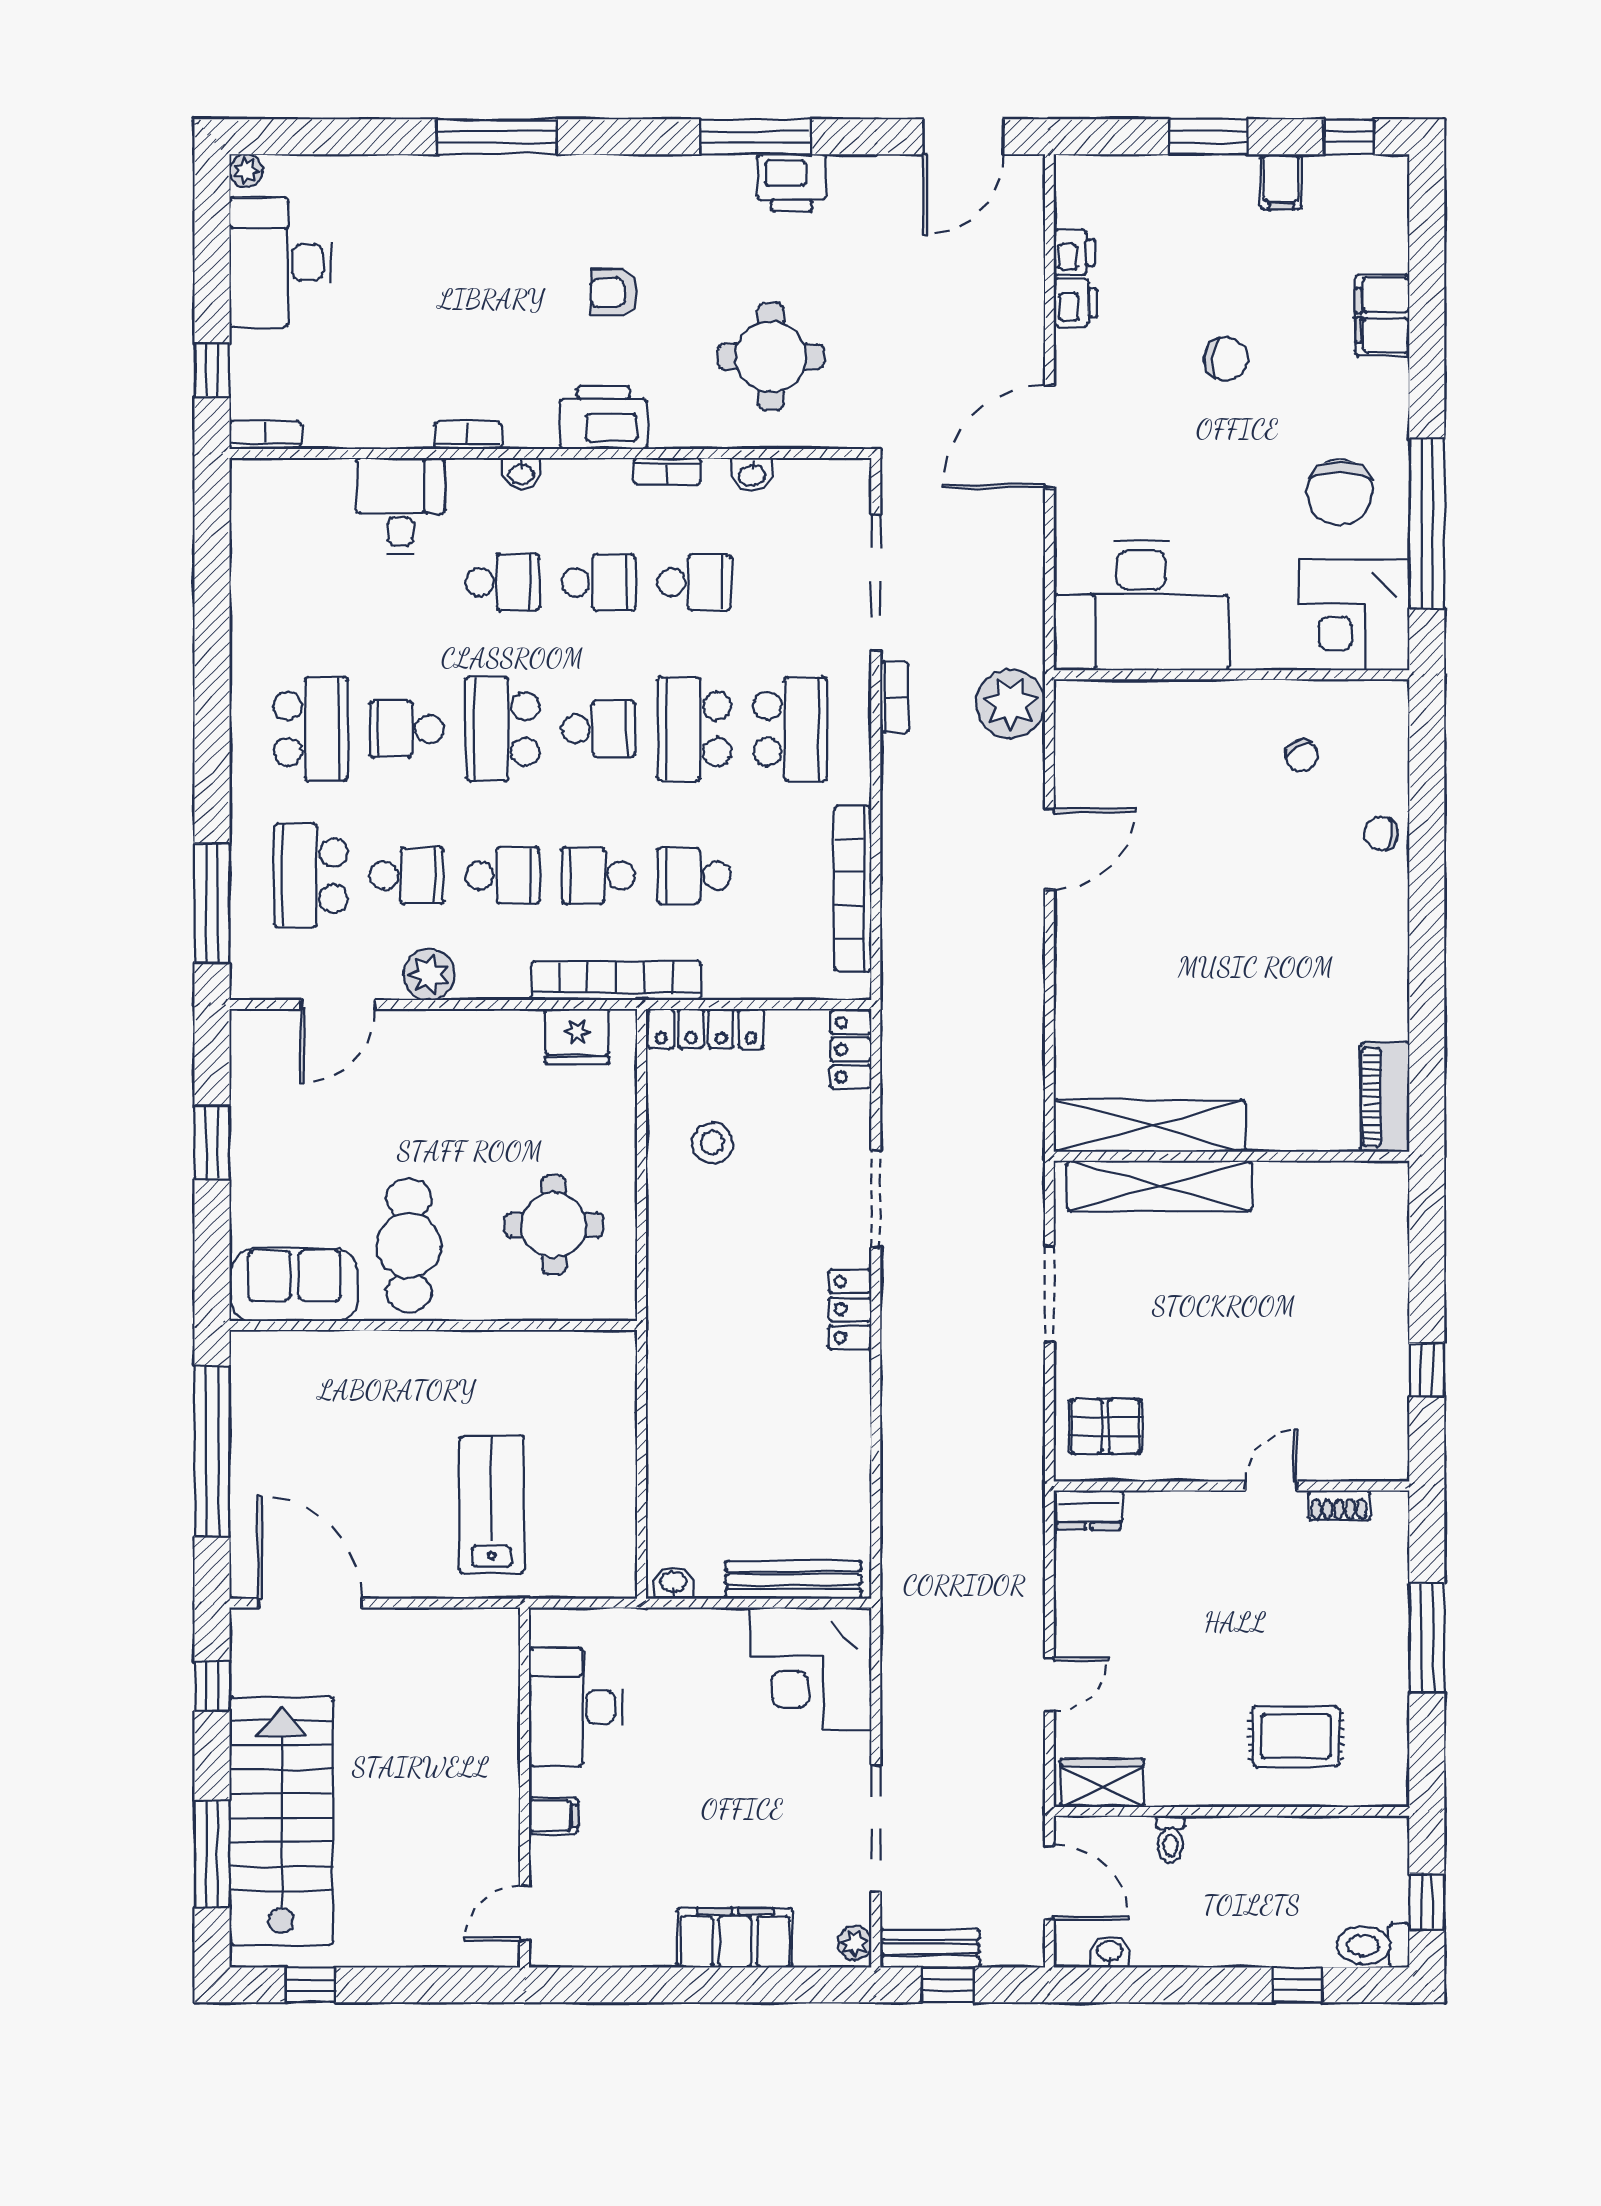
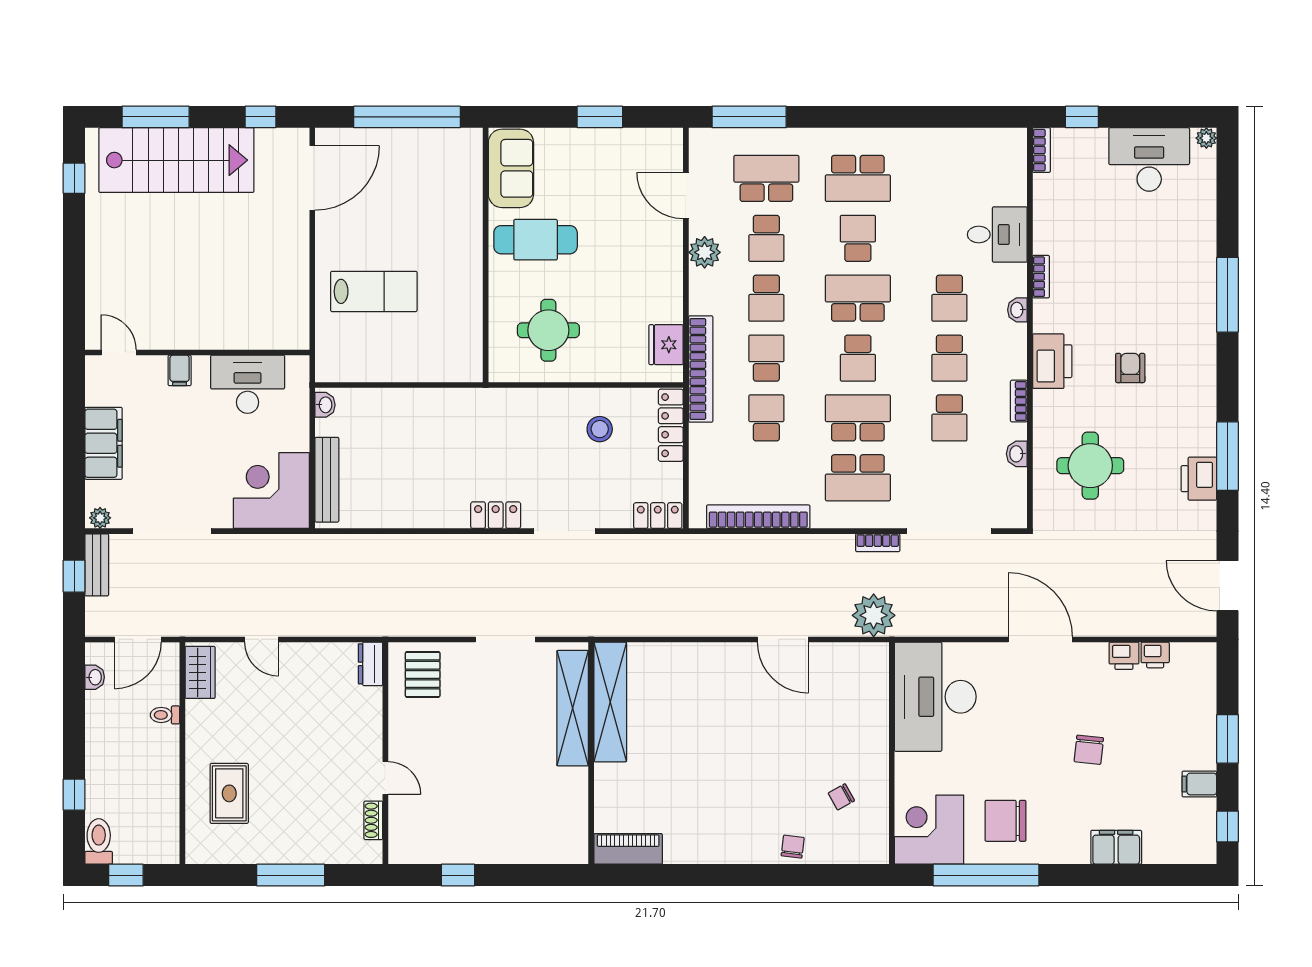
desk: (575, 1707) -> (248, 384), moved
wall: (524, 1787) -> (197, 352), moved
filing cabinet: (553, 1816) -> (180, 370), moved
door: (524, 1913) -> (119, 352), moved

